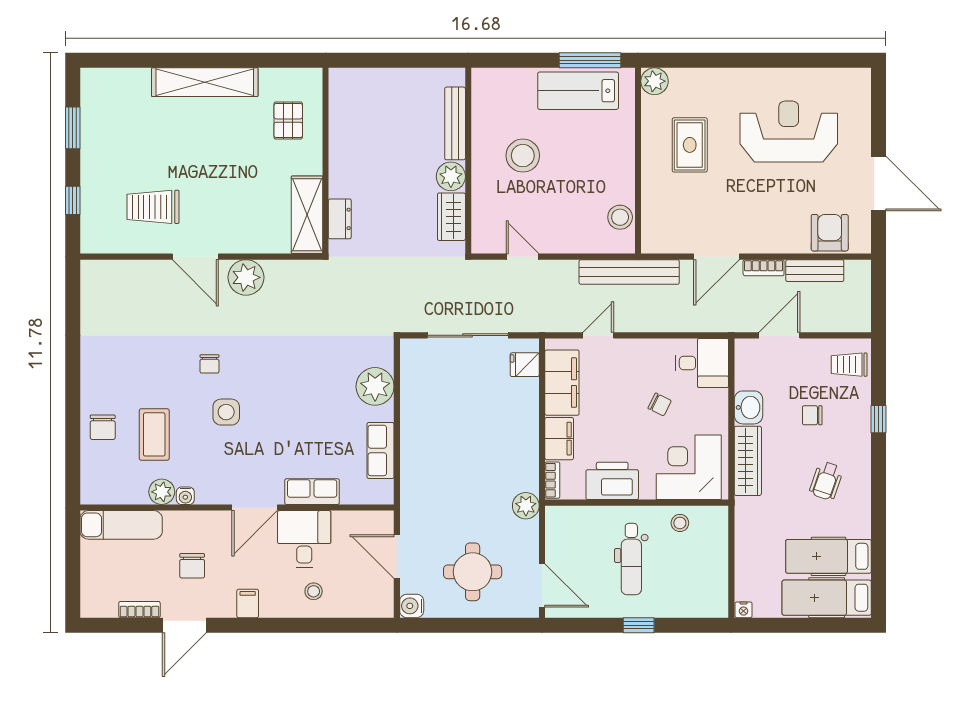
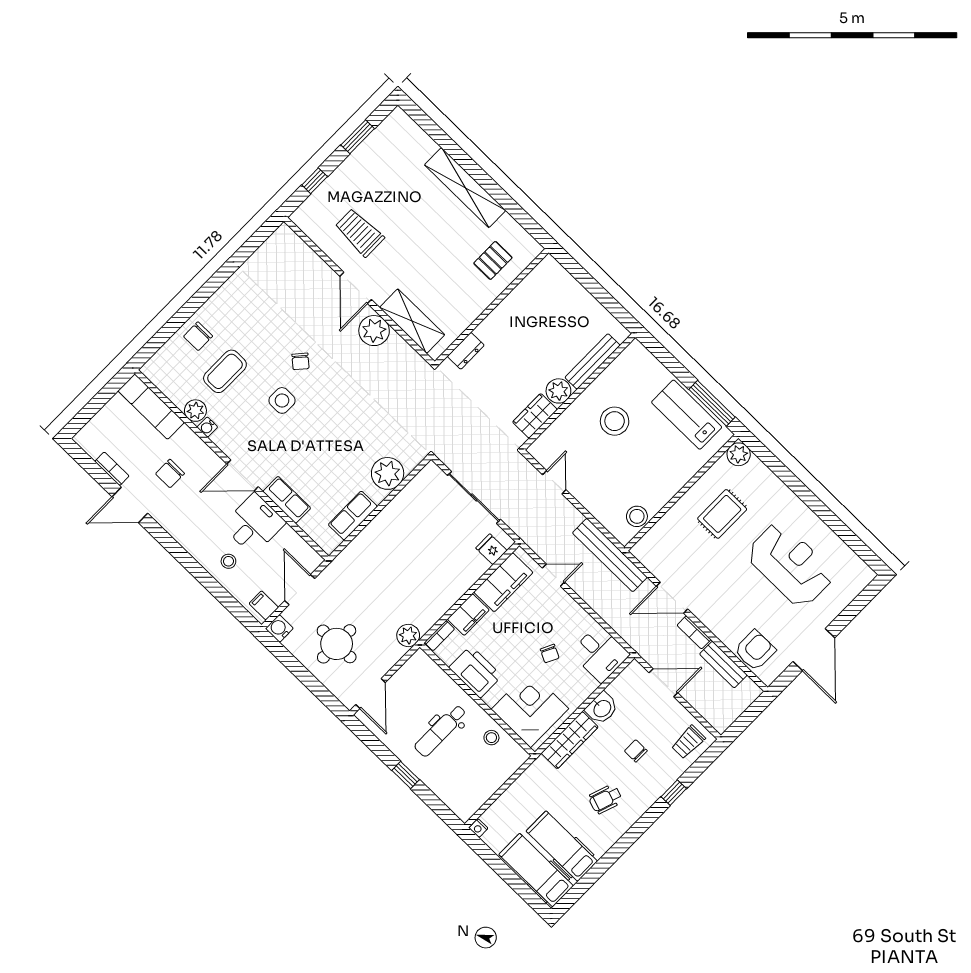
shelving: (307, 215) -> (412, 321), moved, turned 90
chair: (209, 364) -> (300, 361), turned -49
trolley: (849, 365) -> (688, 742), turned -90
filing cabinet: (248, 603) -> (264, 605), moved, turned -90

